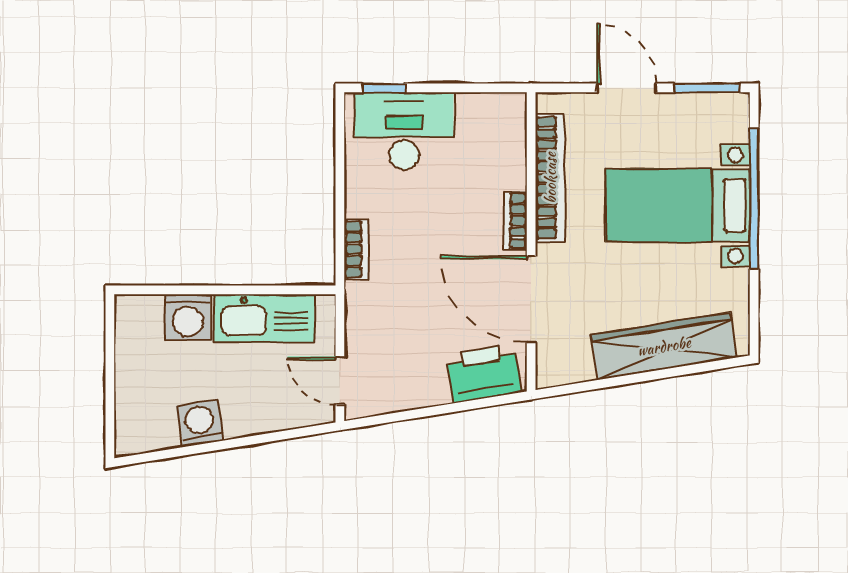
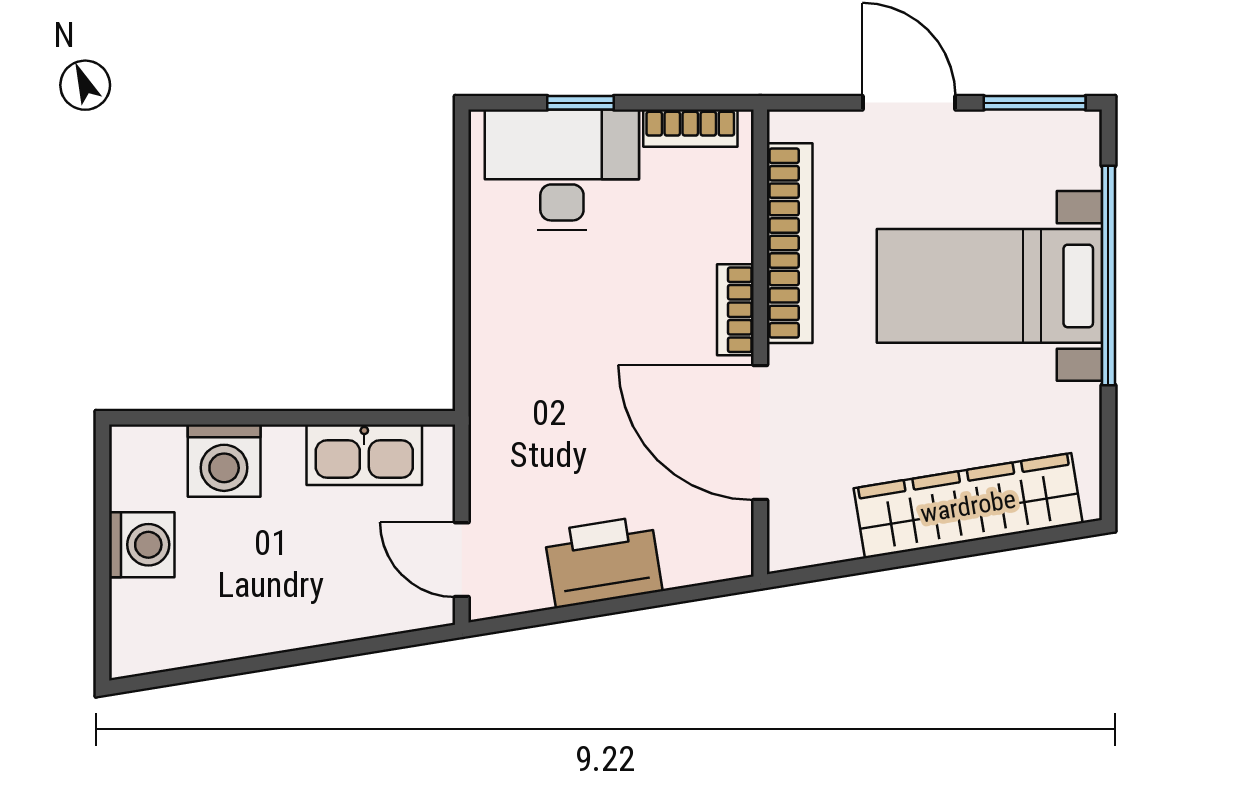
window: (384, 88) -> (580, 103), moved
bookcase: (356, 249) -> (690, 128), moved, turned 90
kitchen sink: (264, 318) -> (364, 455), width x0.73, depth x0.81
printer: (484, 373) -> (603, 562), moved
washing machine: (200, 423) -> (142, 545), moved, turned 99

